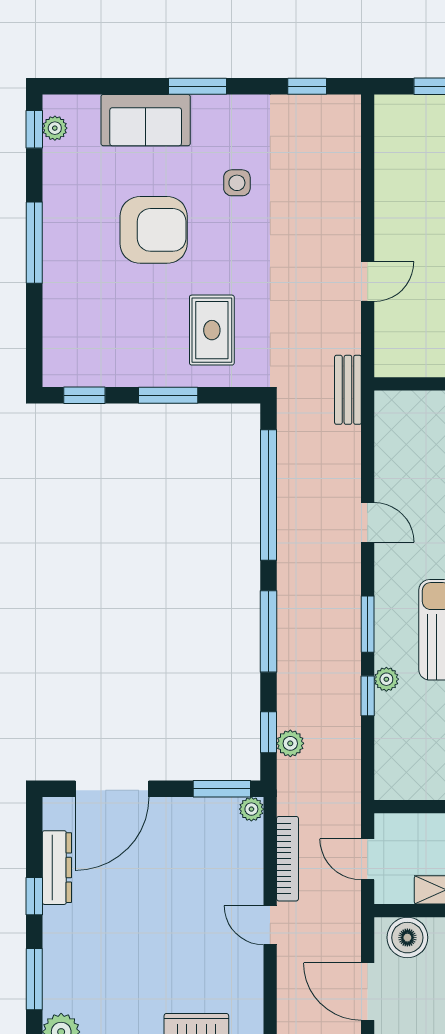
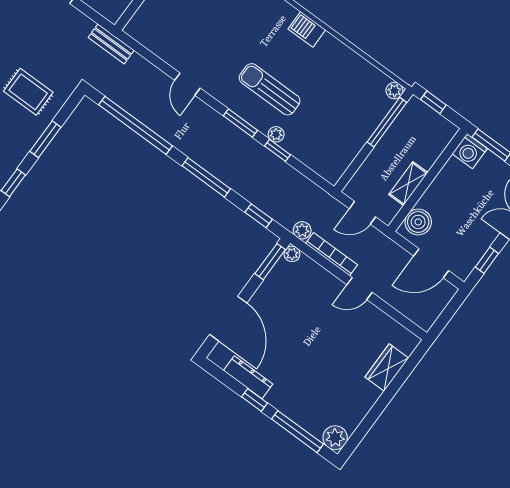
door: (368, 522) -> (187, 84), swing flipped
plant: (290, 743) -> (302, 230), moved
window: (34, 979) -> (297, 432), width x1.44

